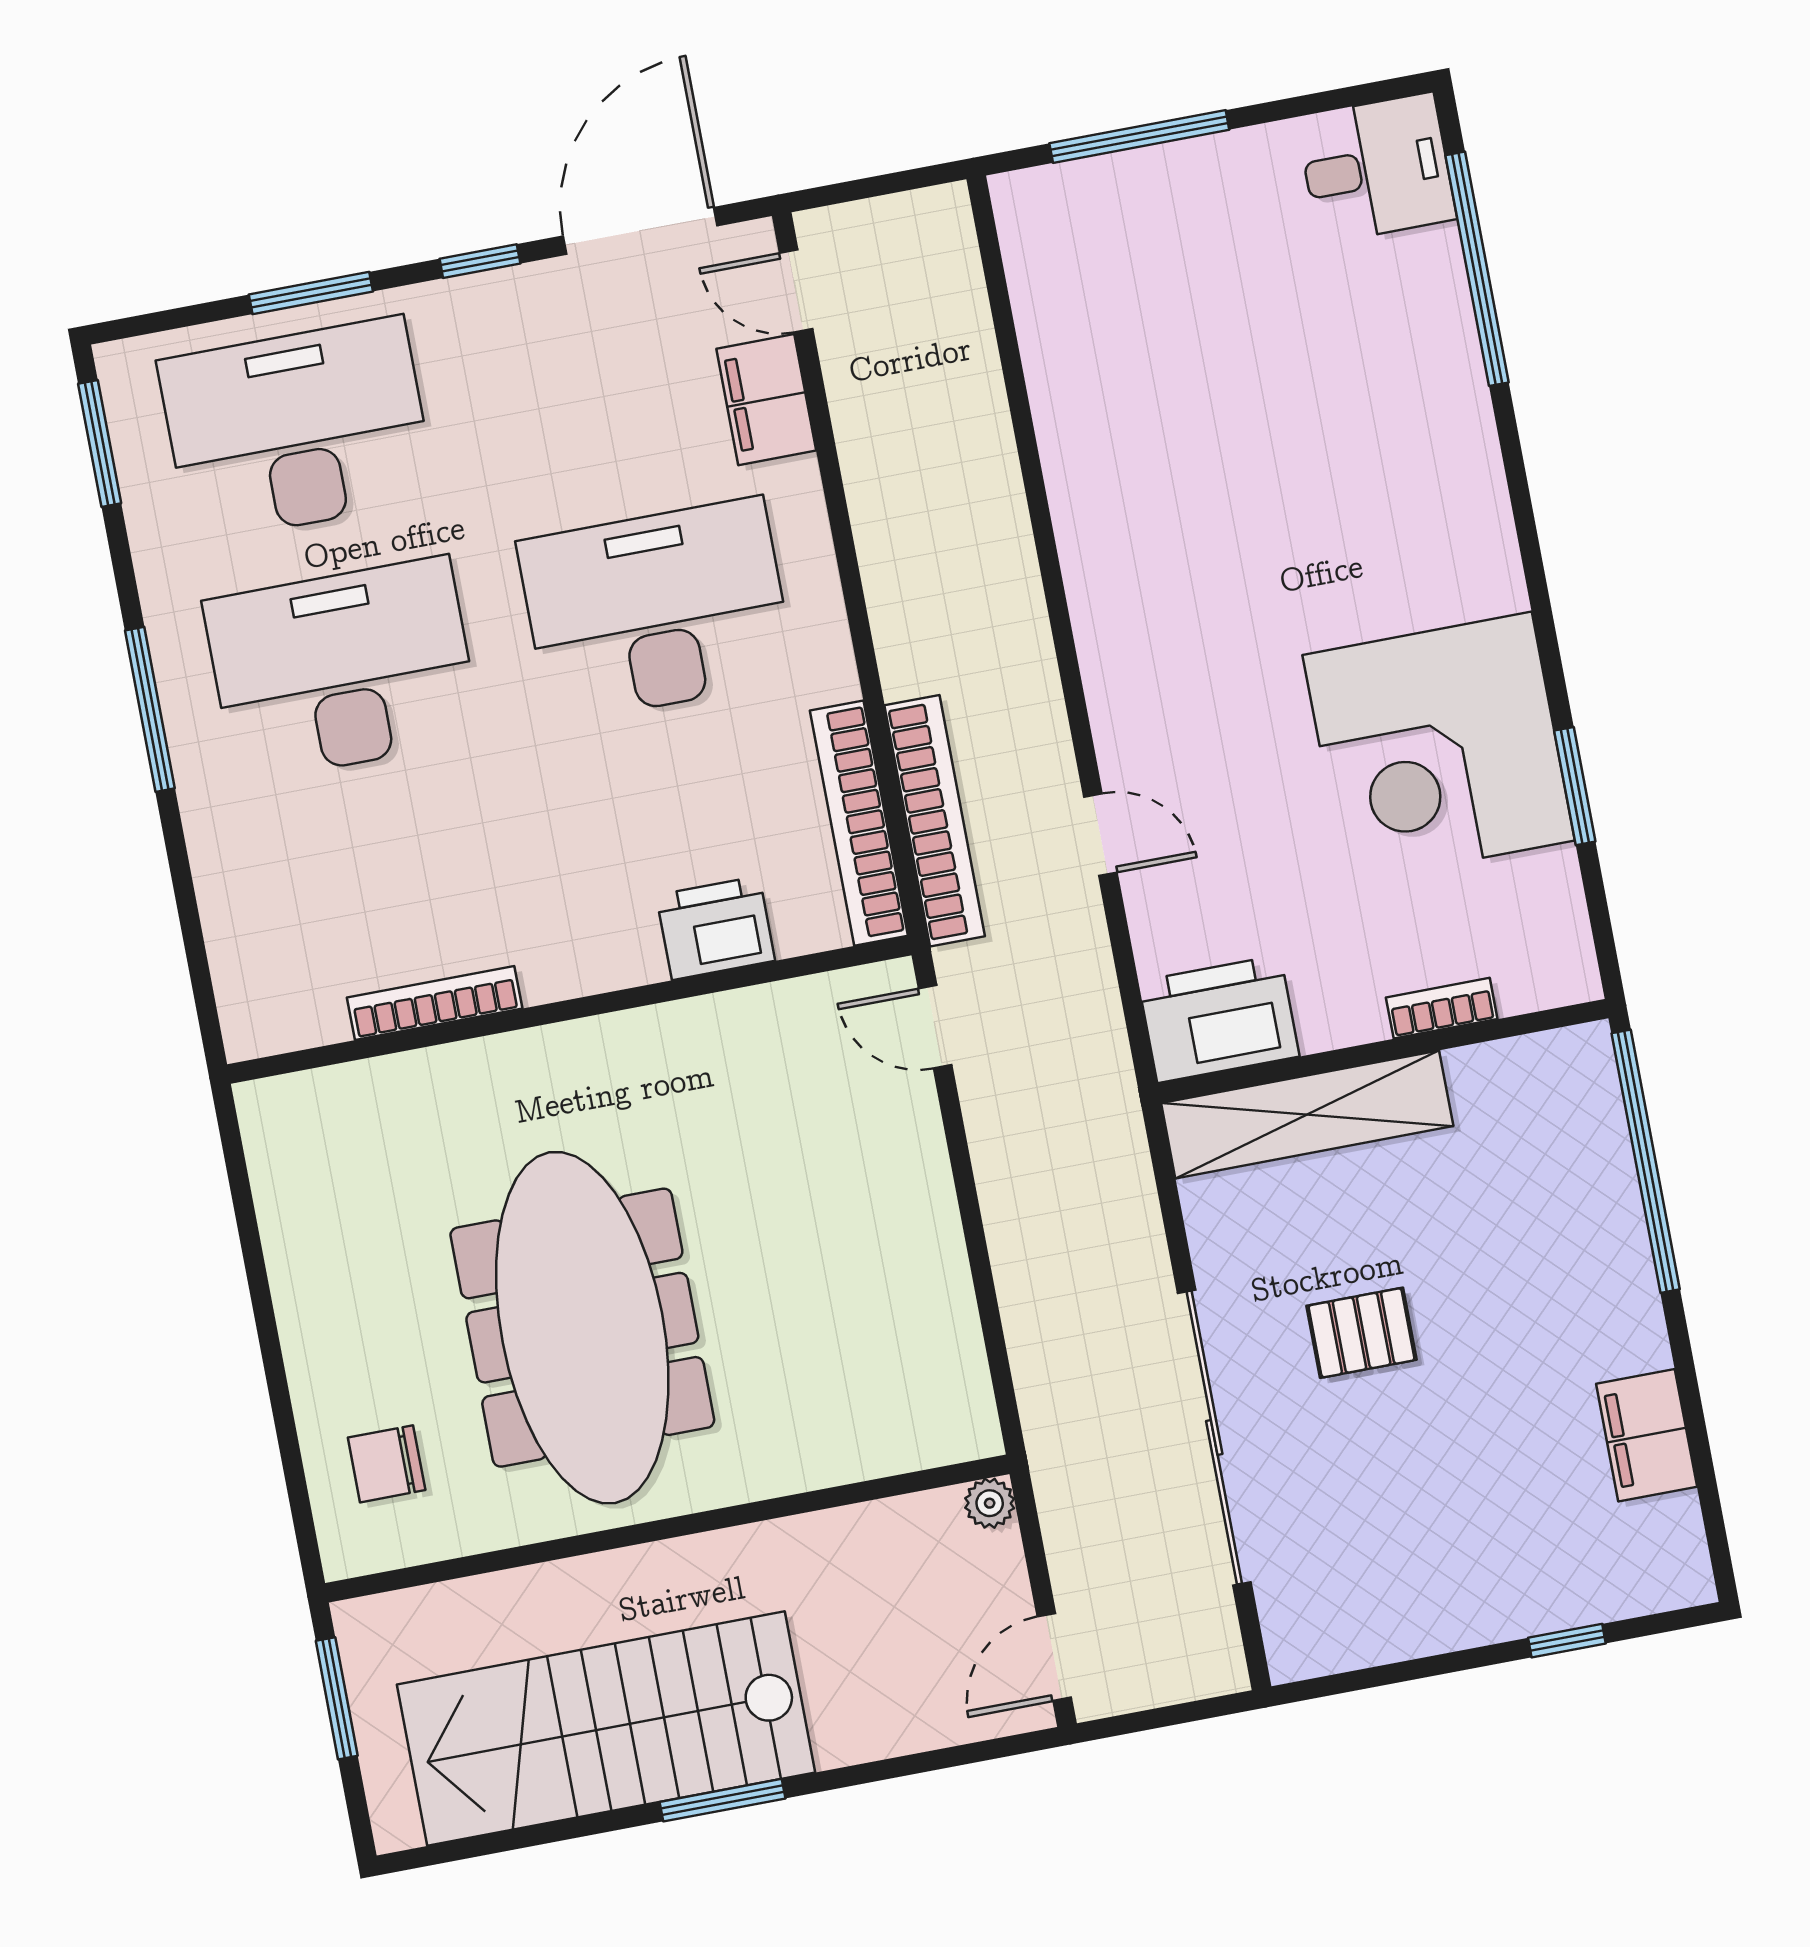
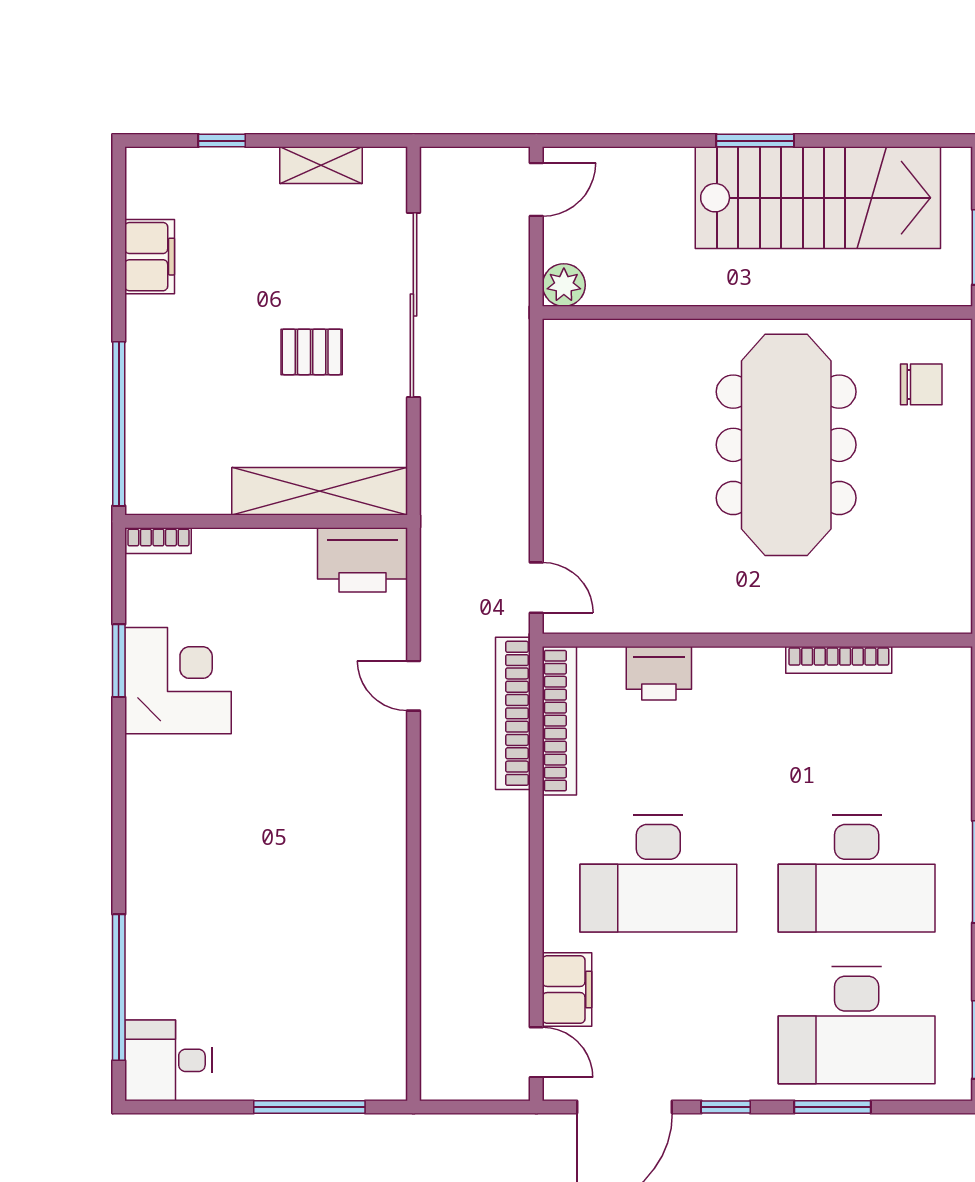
corner desk: (1439, 748) -> (178, 681), width x0.74, depth x0.74
bookcase: (1442, 1008) -> (158, 541), moved
plant: (990, 1503) -> (564, 285), width x1.38, depth x1.38
shelving: (1403, 1631) -> (321, 165), added

